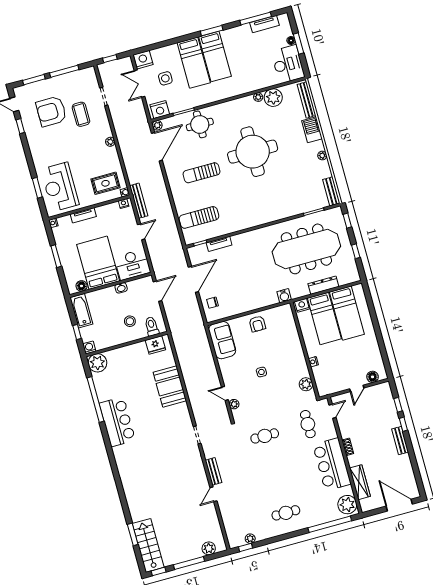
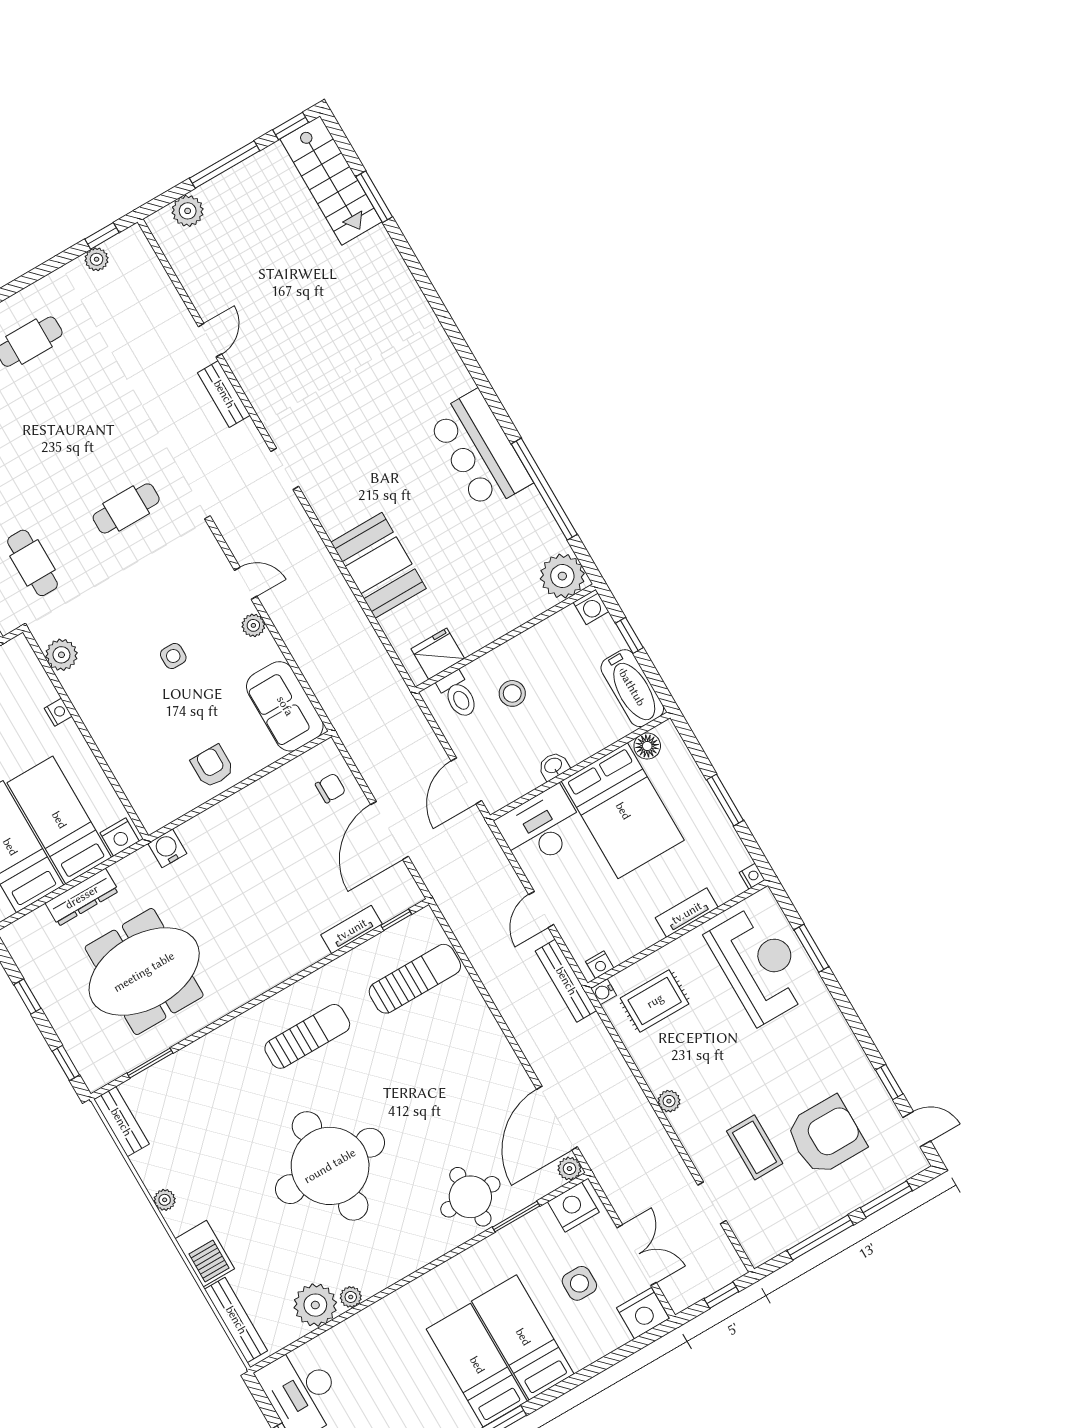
sun lounger: (202, 173) -> (307, 1036), moved
meeting table: (306, 249) -> (144, 972), width x0.73
plant: (234, 404) -> (253, 625), moved

